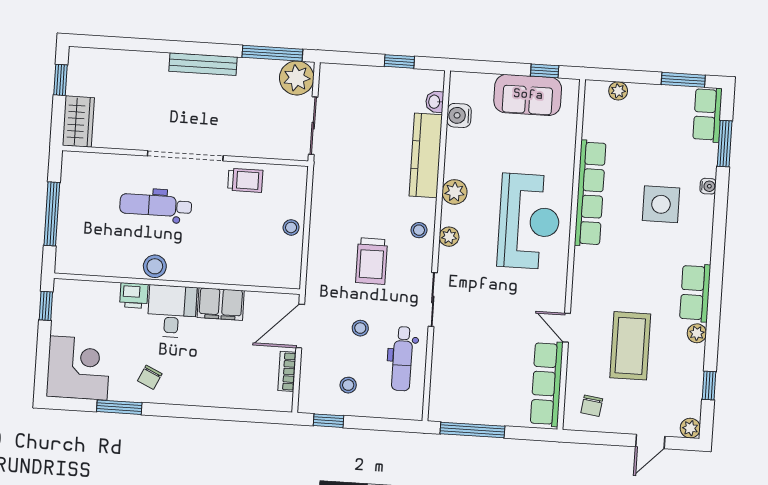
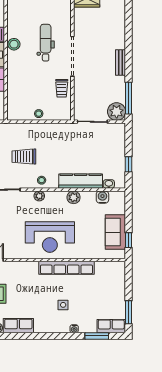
bench: (203, 64) -> (121, 62), width x0.73
plant: (618, 91) -> (121, 279), removed
plant: (455, 192) -> (74, 197), moved
side table: (661, 204) -> (63, 305), width x0.54, depth x0.54

